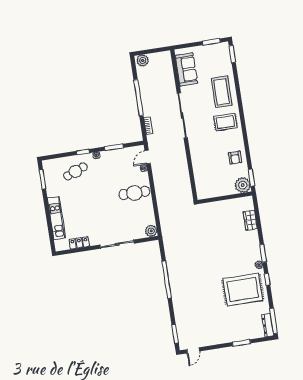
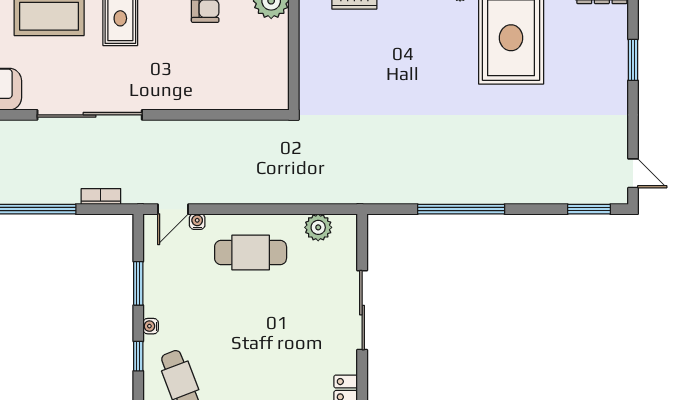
door: (148, 157) -> (173, 209), hinge flipped
cafe table: (134, 193) -> (251, 252), turned 90
plant: (151, 231) -> (318, 227), moved

